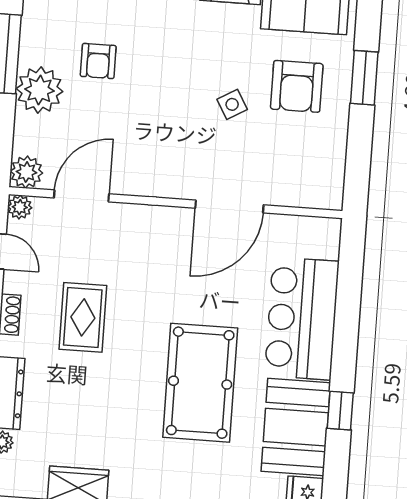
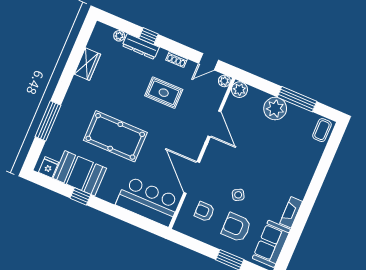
armchair: (98, 61) -> (204, 212), moved
door: (82, 196) -> (214, 124), moved
bar counter: (302, 318) -> (148, 201), moved

